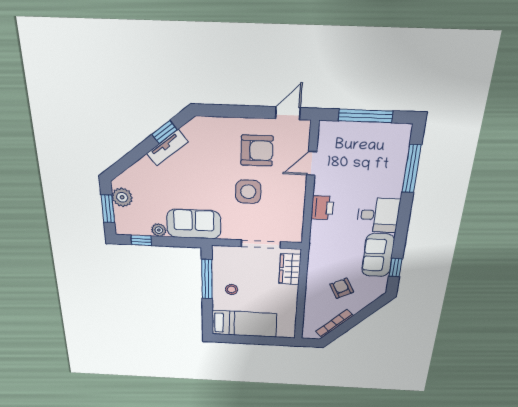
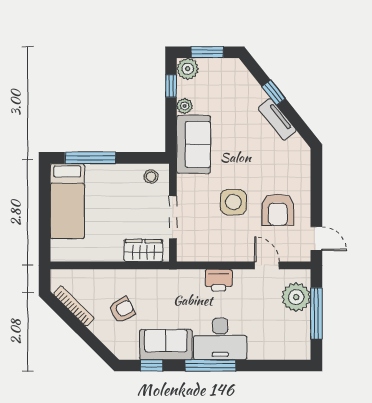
window: (164, 132) -> (274, 93), moved
plant: (346, 136) -> (296, 297), added
window: (412, 169) -> (210, 365), moved
plant: (122, 197) -> (188, 69), moved
desk: (378, 215) -> (220, 339), width x1.37
window: (207, 279) -> (90, 158), moved
stool: (232, 290) -> (151, 177), moved

